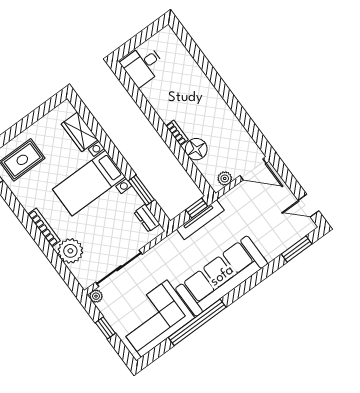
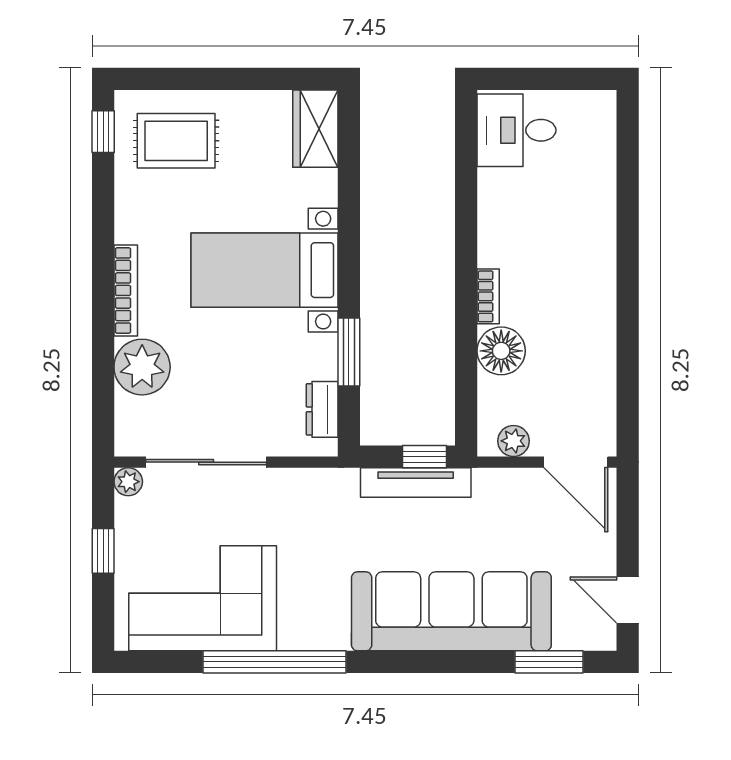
wardrobe: (80, 132) -> (315, 129), moved
sofa: (222, 276) -> (451, 611), moved

